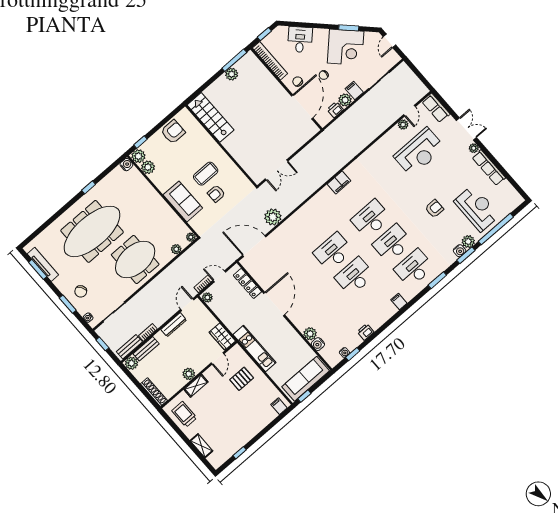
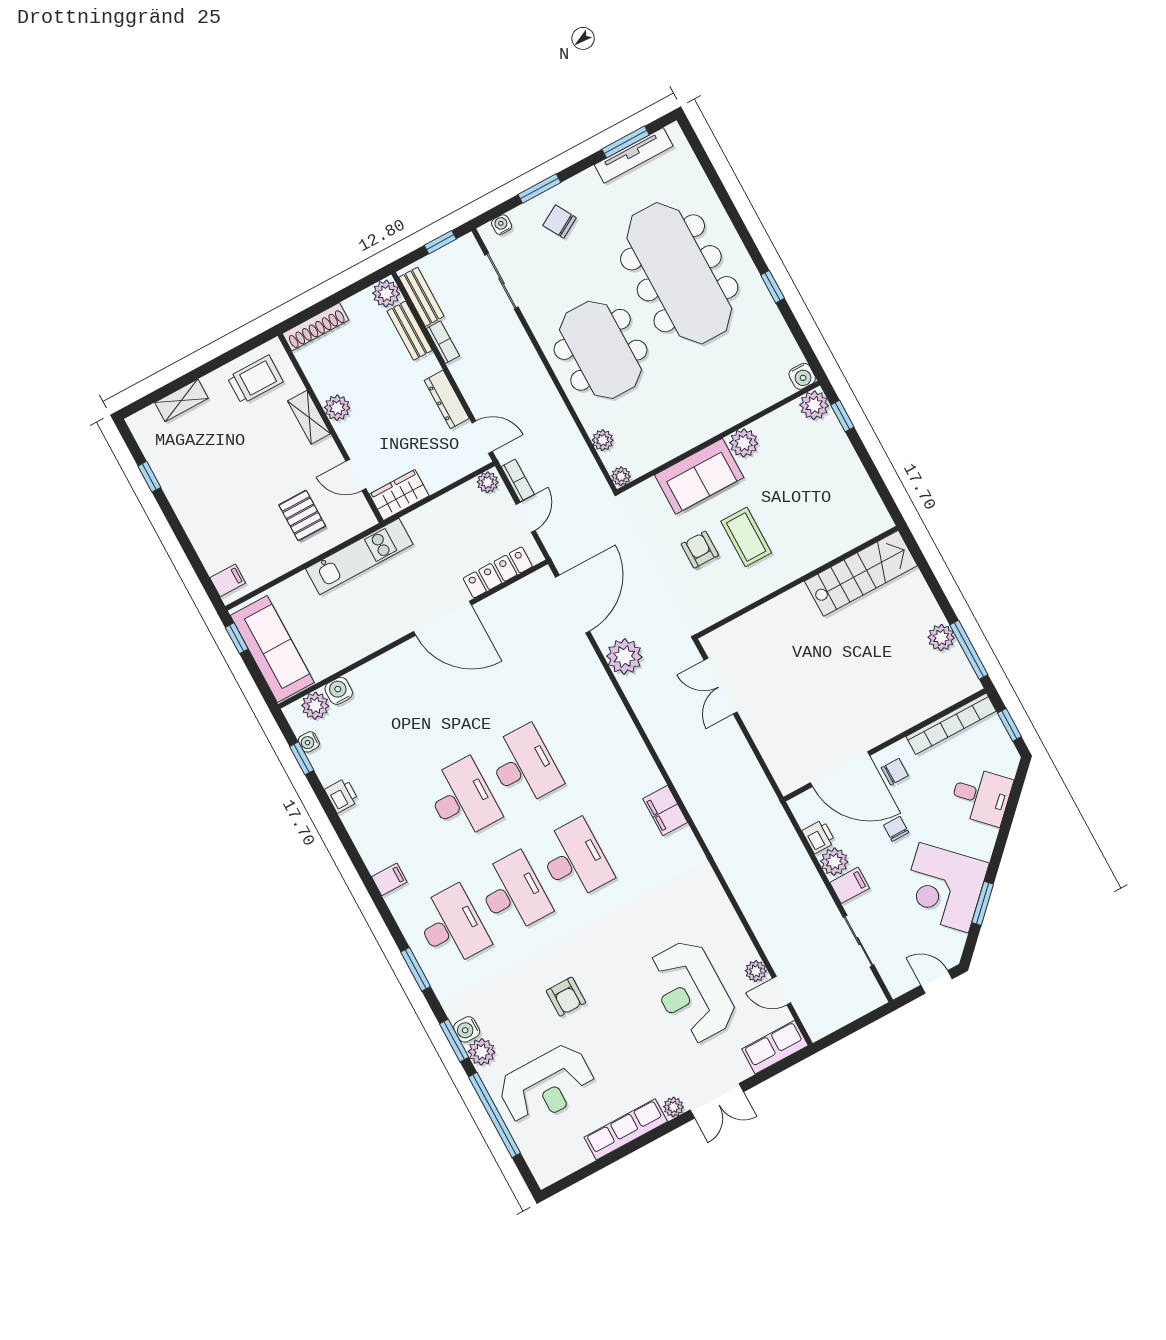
armchair: (173, 132) -> (849, 488), removed
plant: (148, 167) -> (744, 443), moved
plant: (310, 334) -> (315, 706), moved

